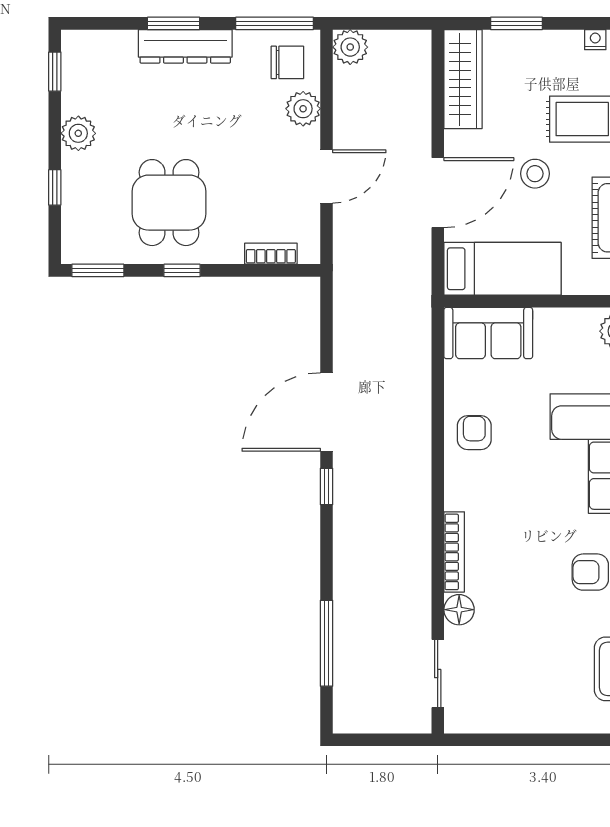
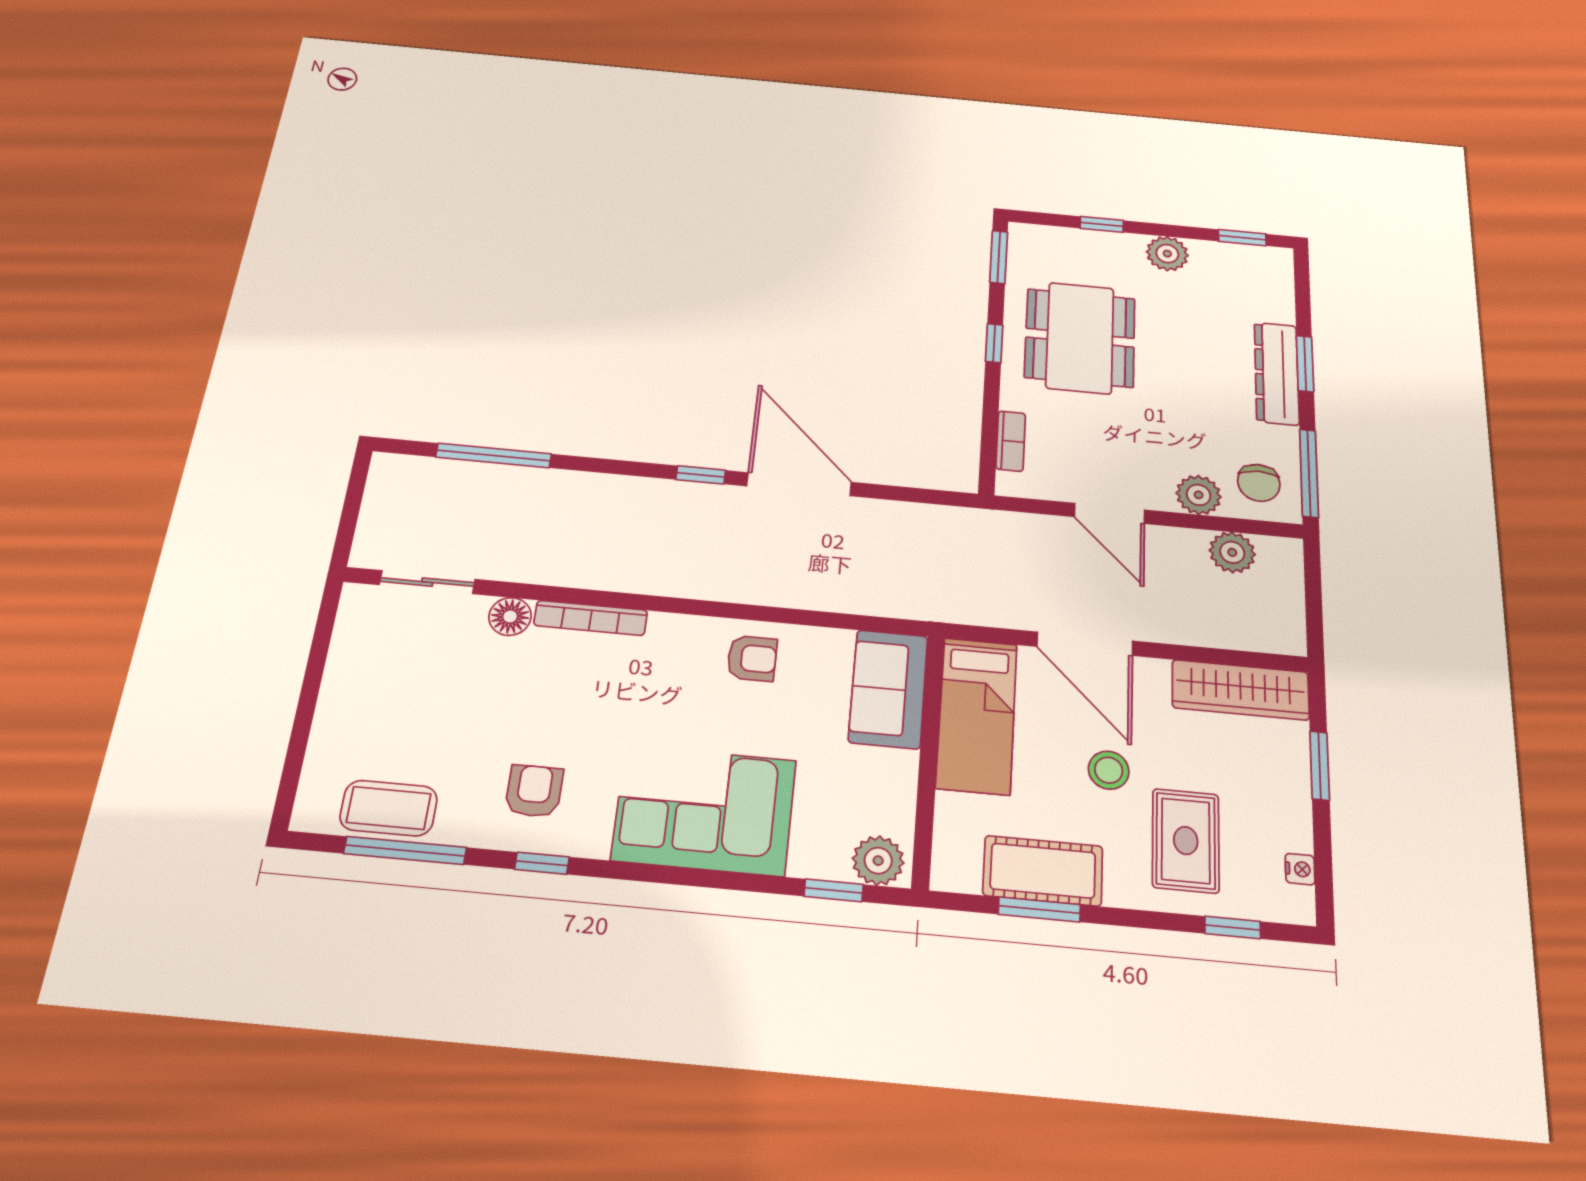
plant: (350, 47) -> (1232, 552), moved
dining table: (169, 203) -> (1080, 338), width x1.38

